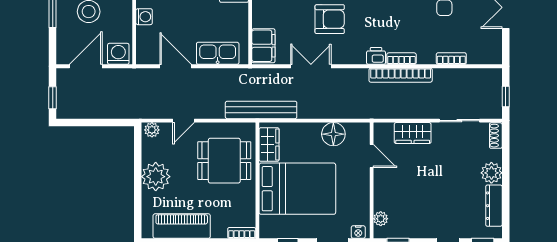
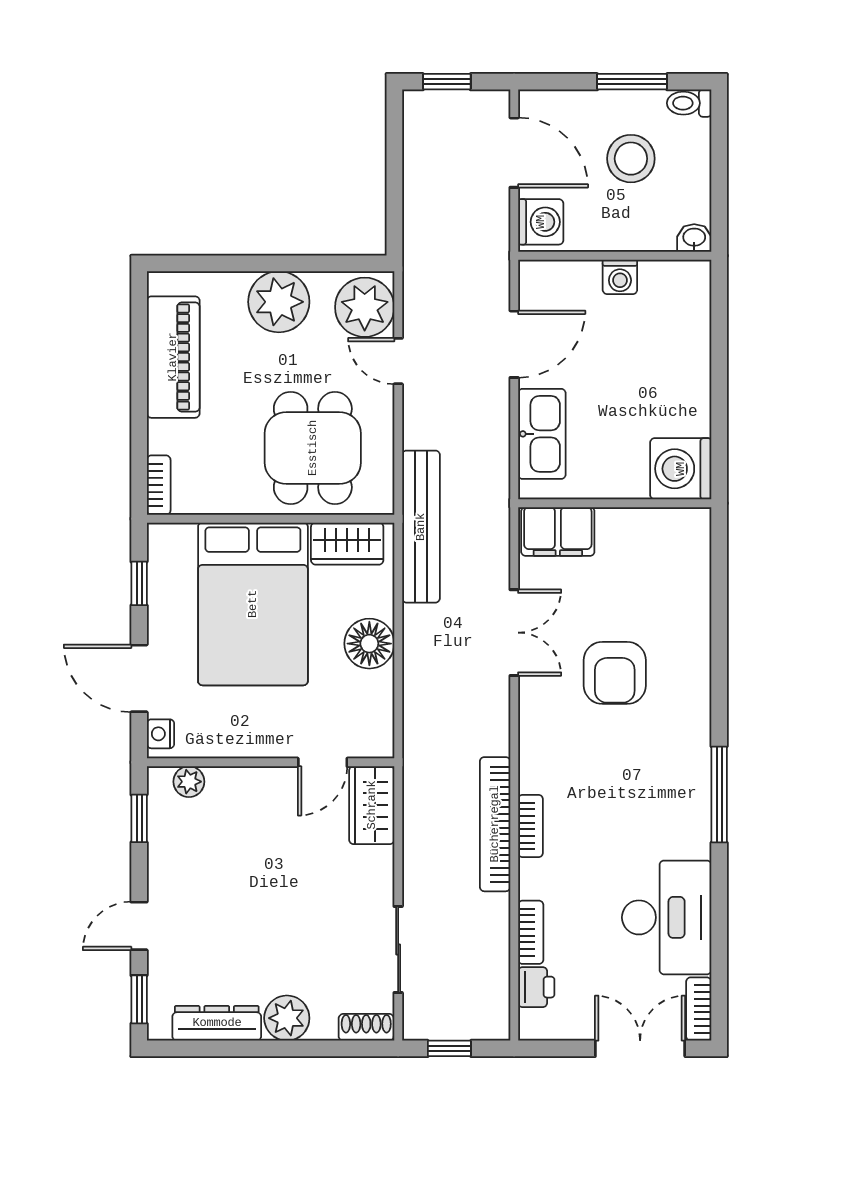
printer: (376, 56) -> (536, 987), moved
plant: (152, 130) -> (365, 307), width x1.87, depth x1.87
wardrobe: (413, 133) -> (372, 805), moved
floor lamp: (333, 134) -> (369, 644), moved

